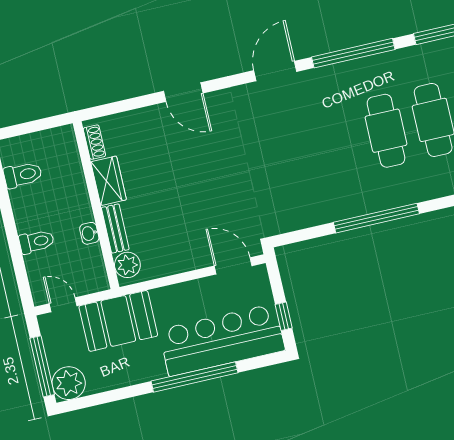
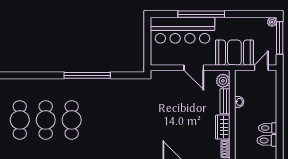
toilet: (37, 242) -> (268, 128), moved
door: (233, 266) -> (194, 68), moved
door: (63, 305) -> (261, 68), swing flipped
window: (284, 316) -> (147, 35), removed
plant: (69, 383) -> (272, 22), width x0.53, depth x0.53

